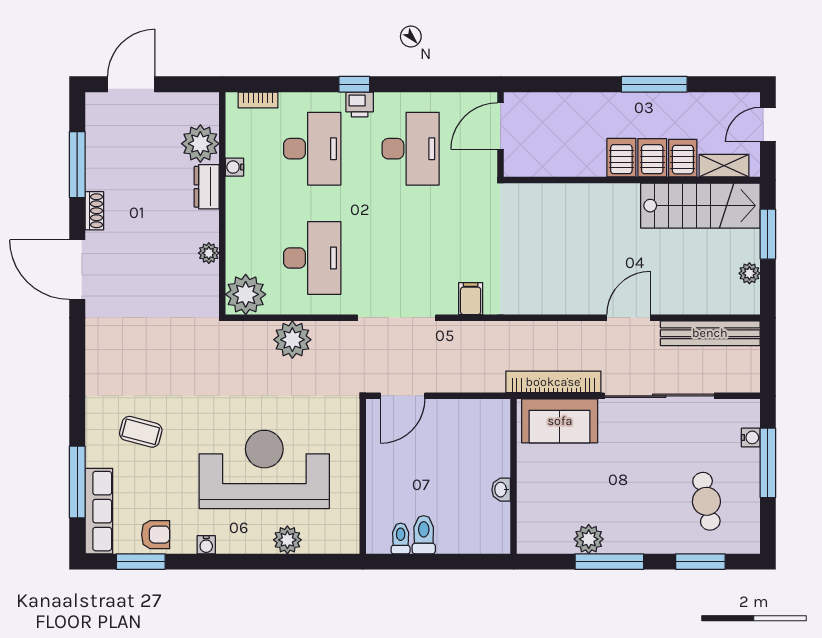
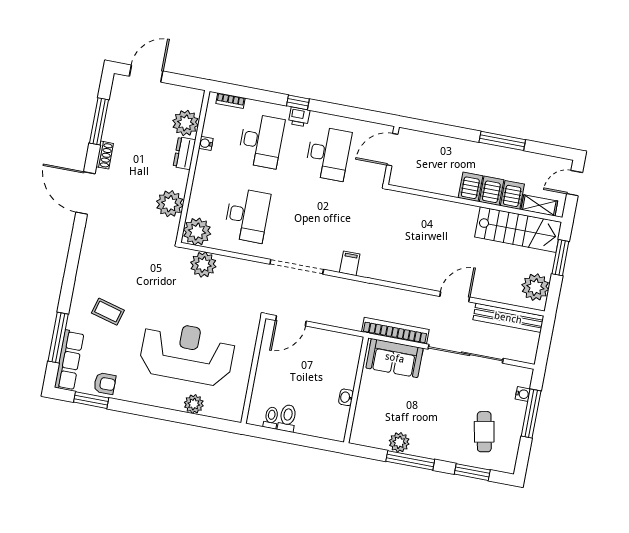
plant: (209, 253) -> (170, 204), width x1.87, depth x1.87
plant: (749, 273) -> (535, 287), width x1.87, depth x1.87
plant: (292, 340) -> (203, 265), moved
water cooler: (206, 545) -> (138, 397), removed

